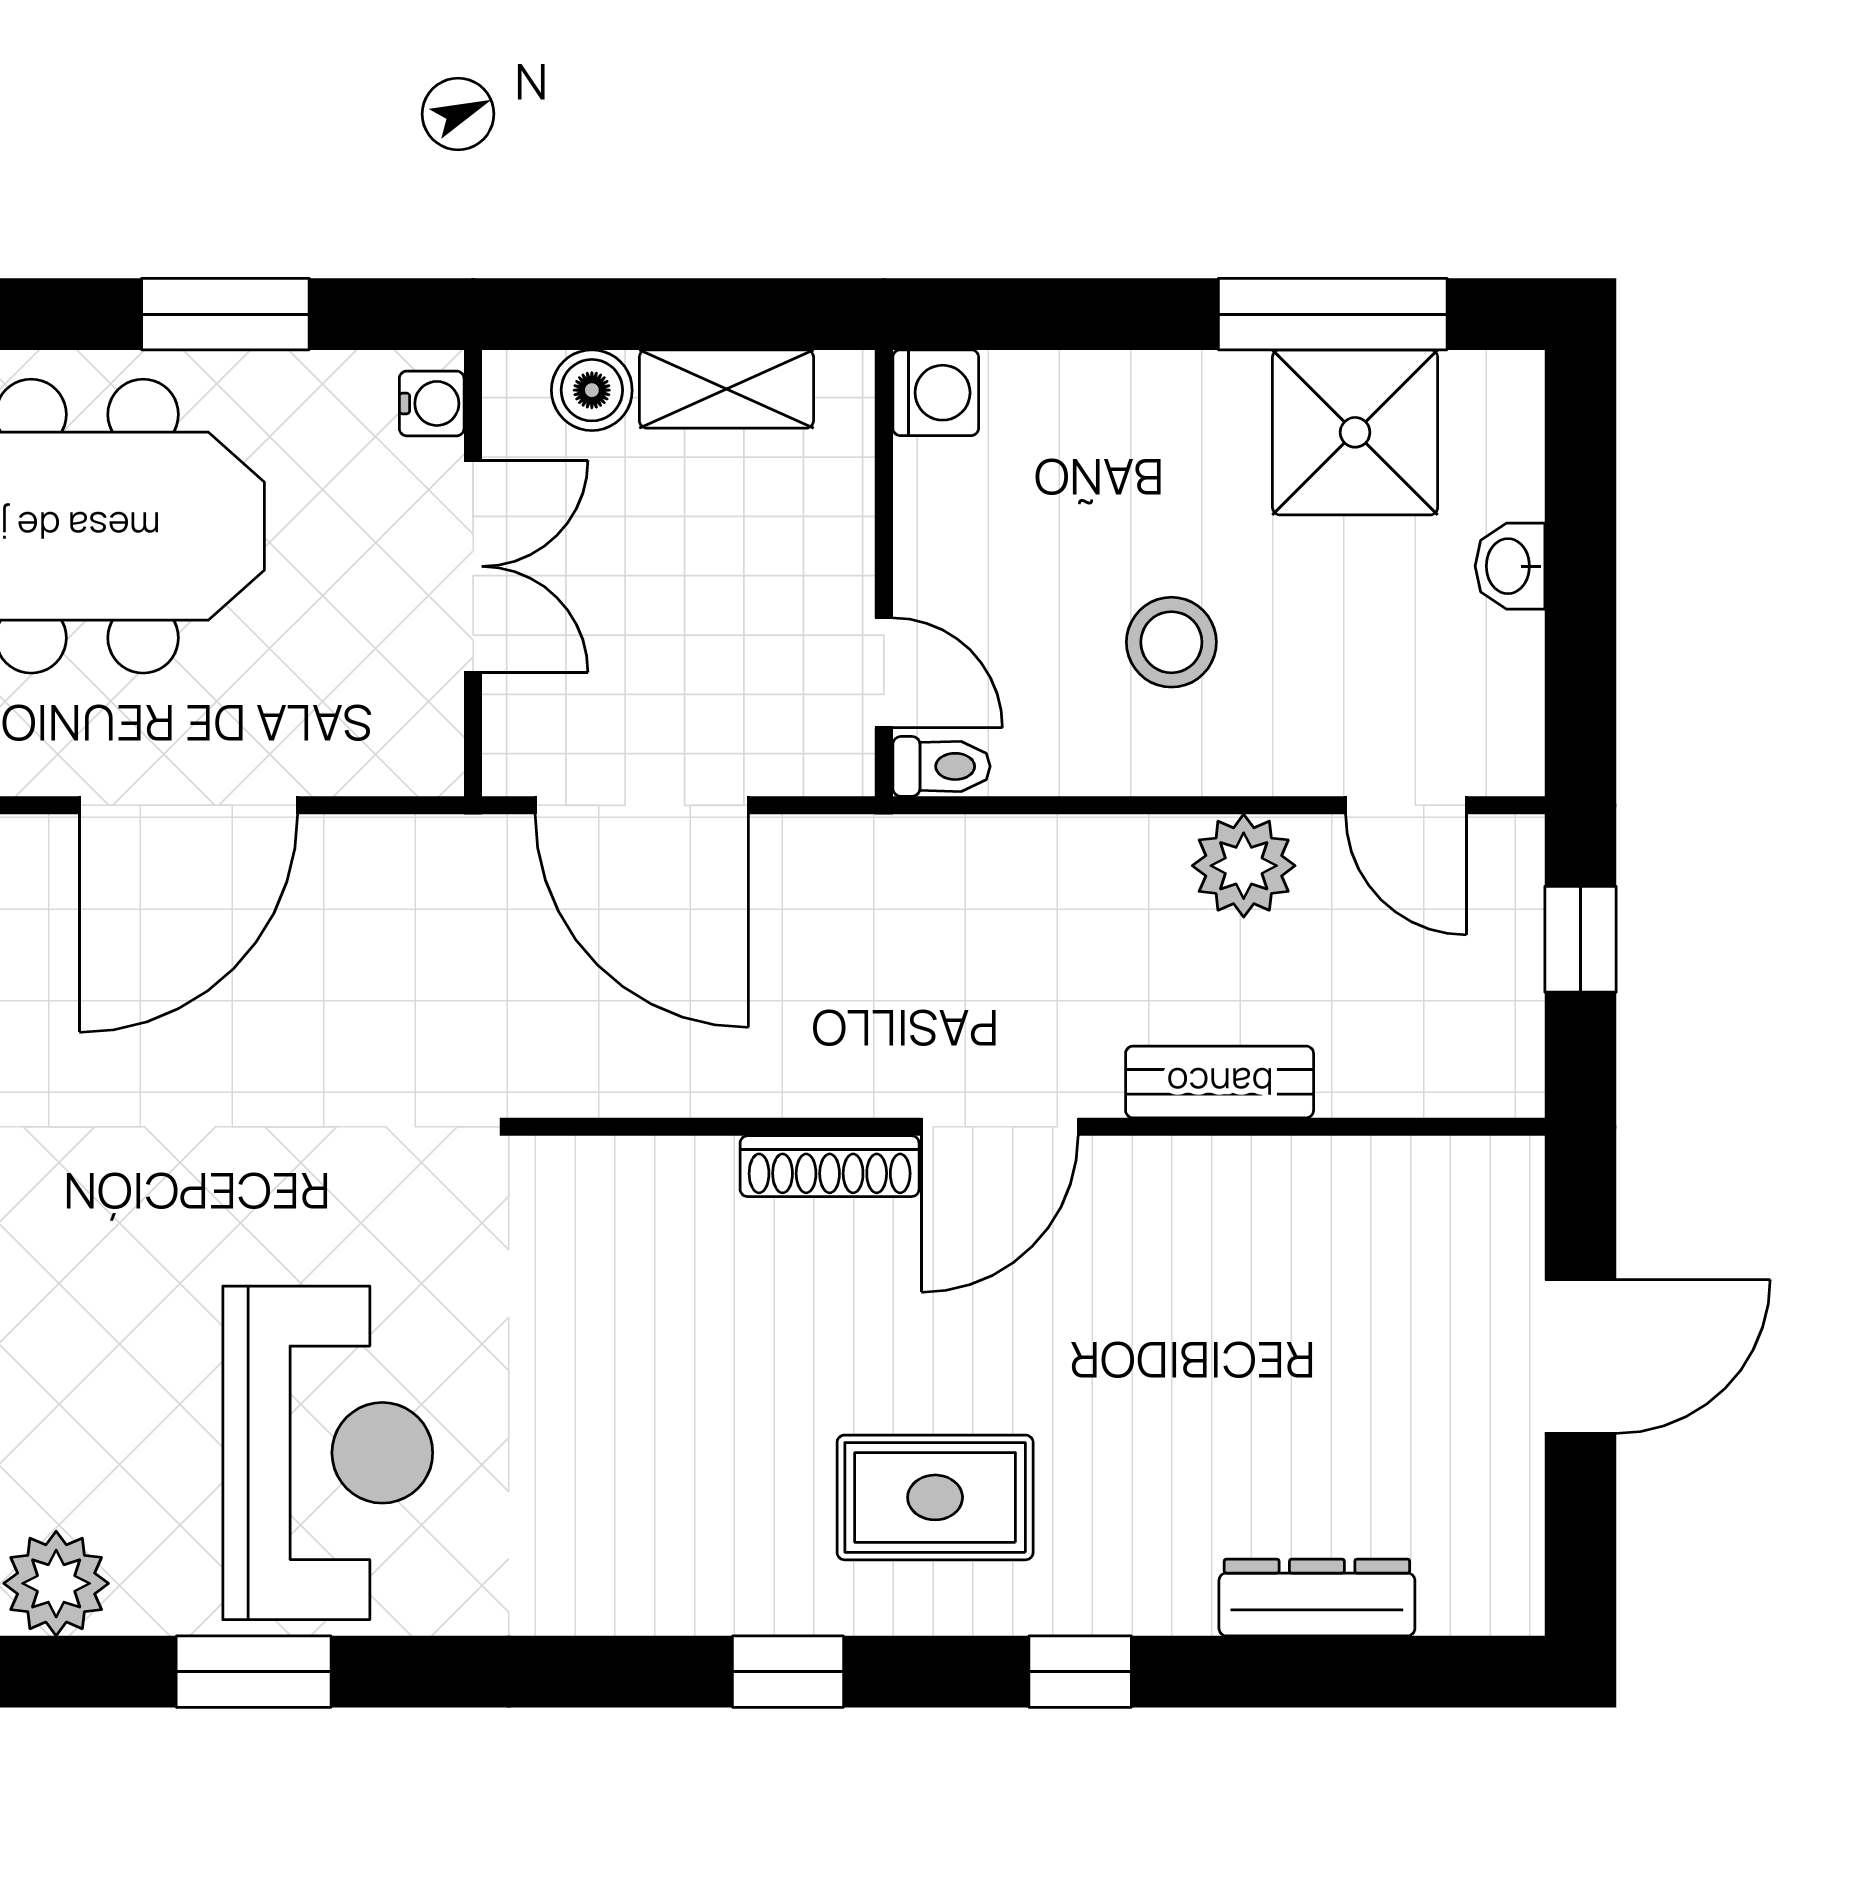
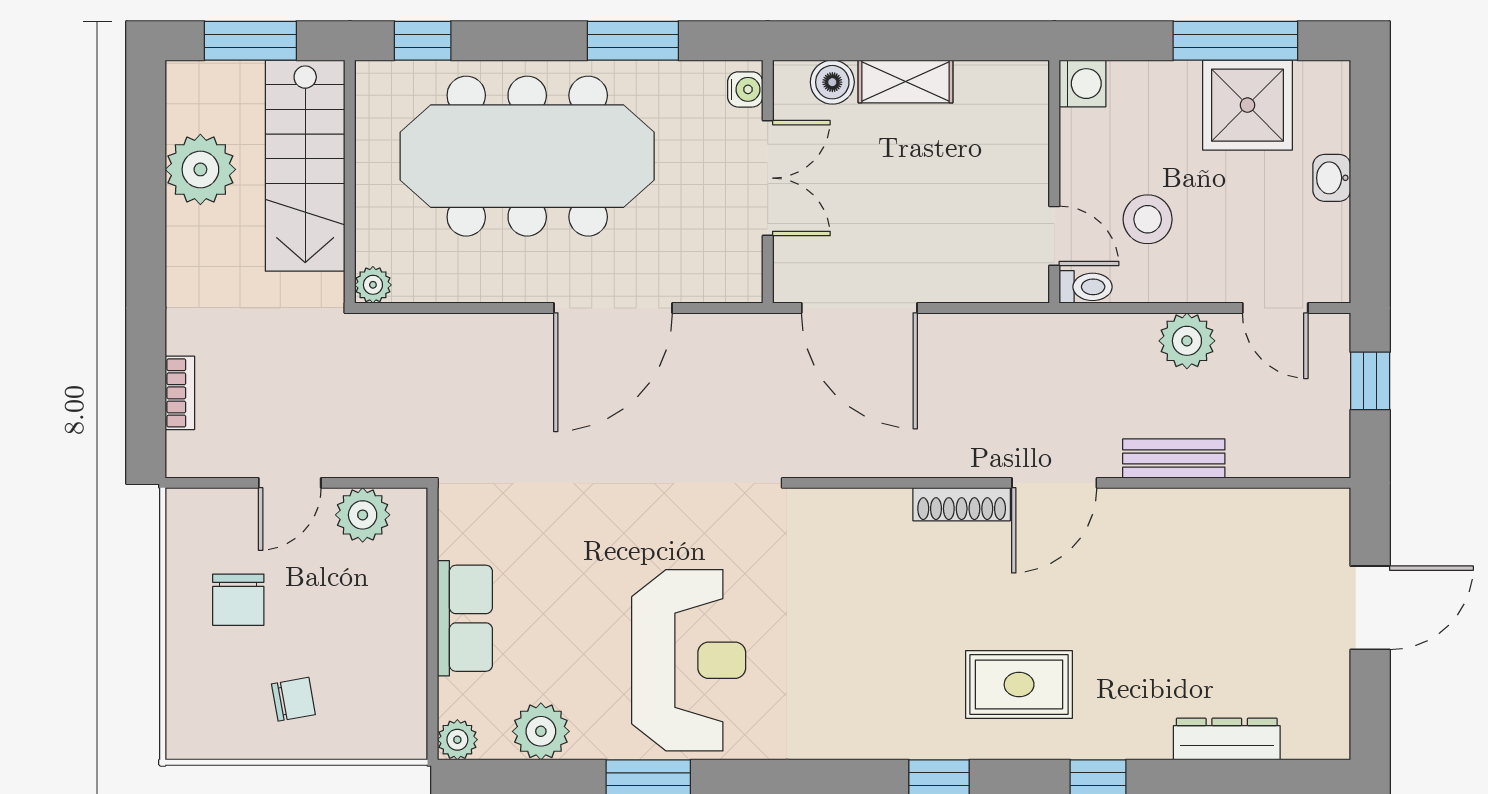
washing machine: (936, 393) -> (1083, 84), moved
wall: (884, 573) -> (1054, 182), moved
door: (884, 673) -> (1054, 236), moved
toilet: (942, 766) -> (1086, 287), moved

